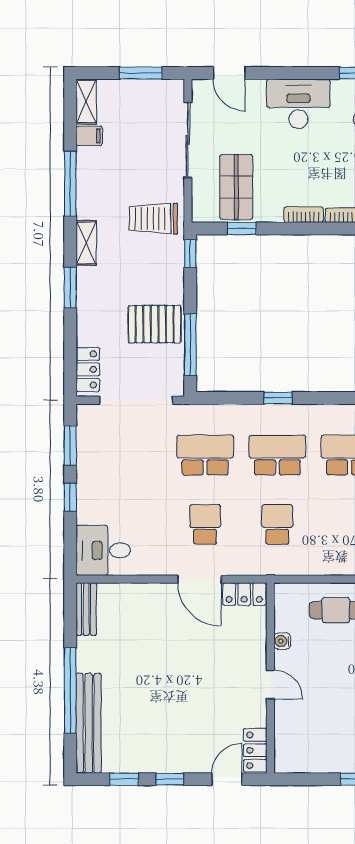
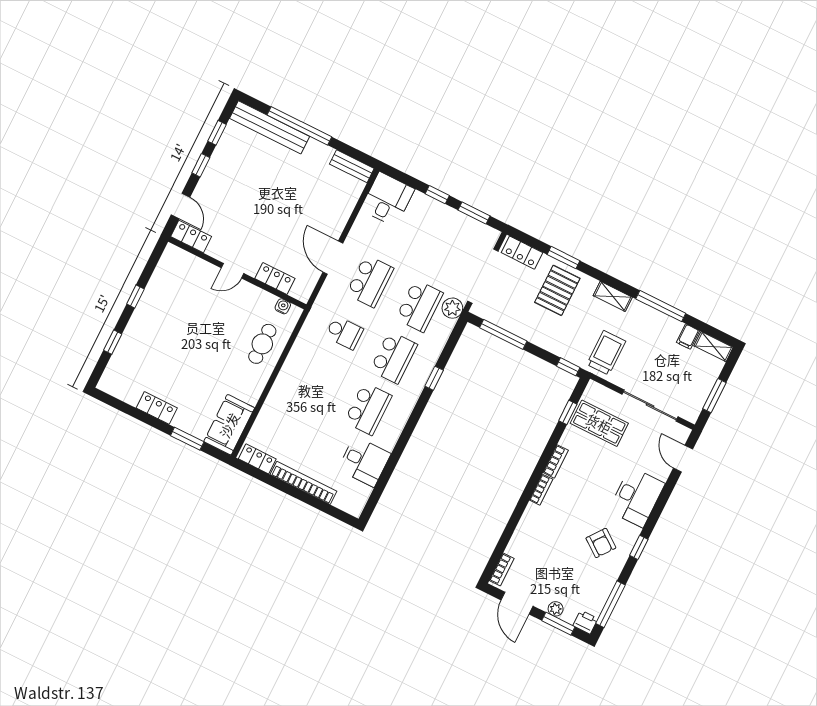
door: (229, 73) -> (683, 459), hinge flipped
window: (70, 288) -> (564, 258), moved
pallet: (155, 324) -> (557, 290), moved
plant: (189, 417) -> (452, 308), added
school desk: (205, 524) -> (370, 281), width x1.85
door: (199, 579) -> (333, 258), hinge flipped
locker: (244, 594) -> (275, 278), moved, turned 90
water cooler: (282, 641) -> (283, 306), moved

